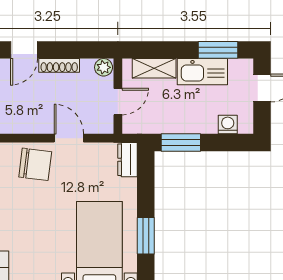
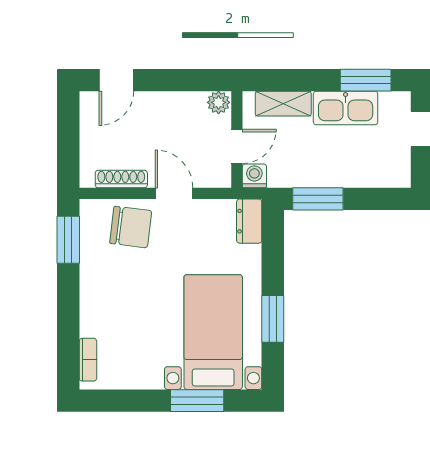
shoe rack: (59, 65) -> (121, 179), moved, turned 180
washing machine: (228, 124) -> (254, 176), moved

